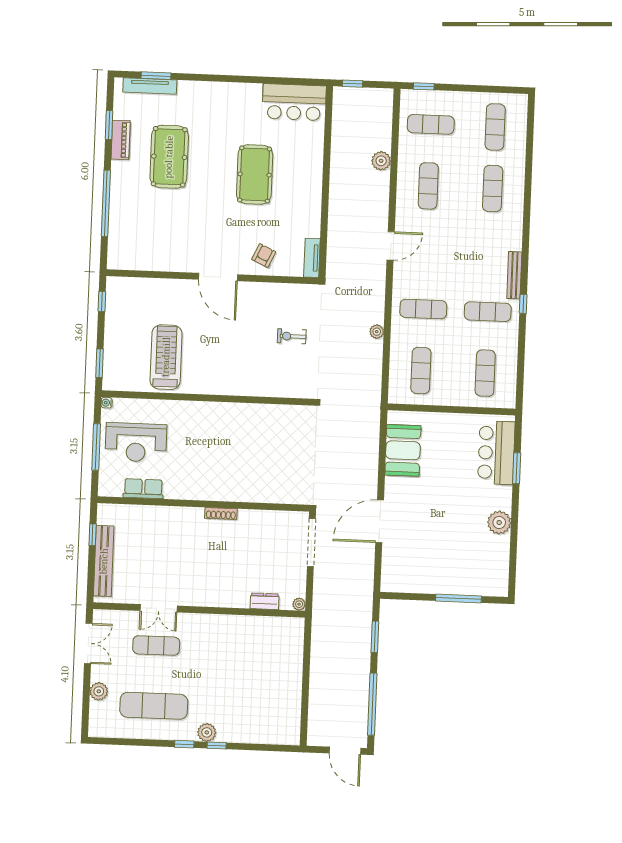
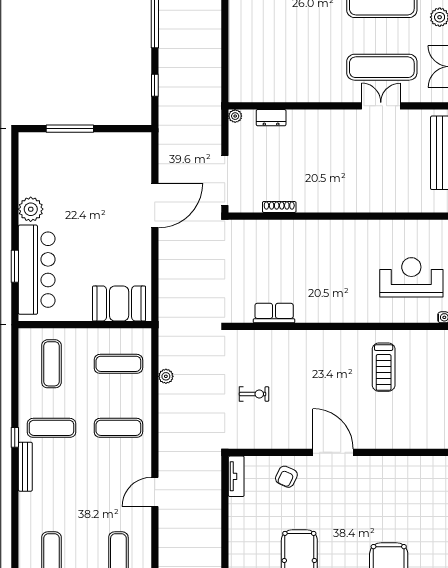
plant: (377, 332) -> (166, 376), moved
treadmill: (166, 357) -> (384, 367), width x0.73, depth x0.73
exercise mat: (421, 371) -> (118, 364), turned 90
booth: (403, 450) -> (119, 303), moved, turned 90
bar counter: (496, 453) -> (37, 270), width x1.36
row of seats: (143, 489) -> (274, 313), moved, turned 180
shoe rack: (221, 513) -> (279, 207), moved
window: (375, 637) -> (155, 85), width x0.67
exercise mat: (156, 645) -> (382, 67), width x1.36, depth x1.45

